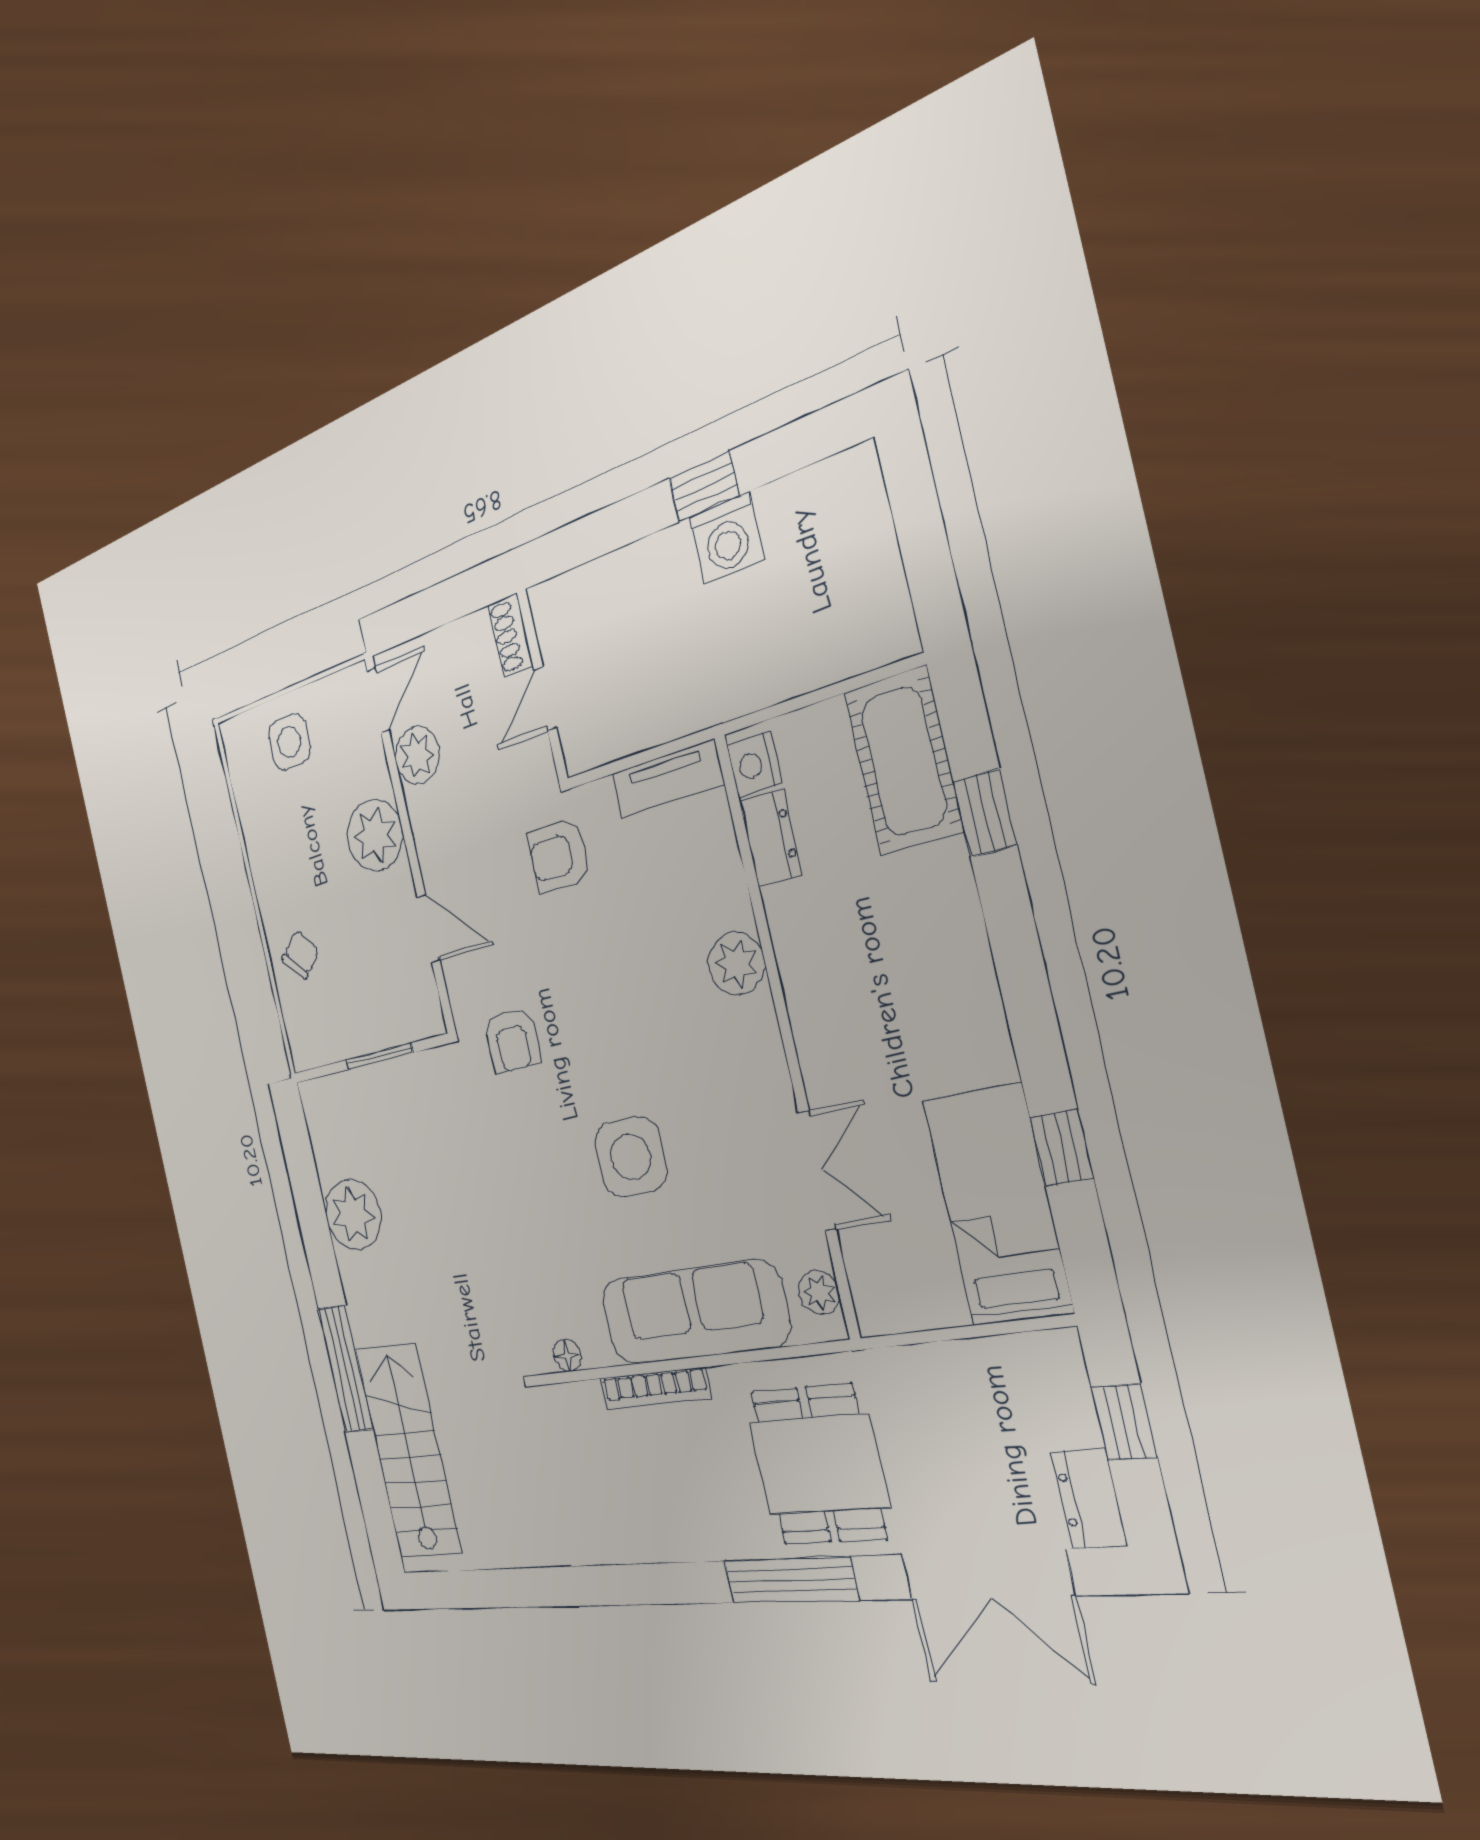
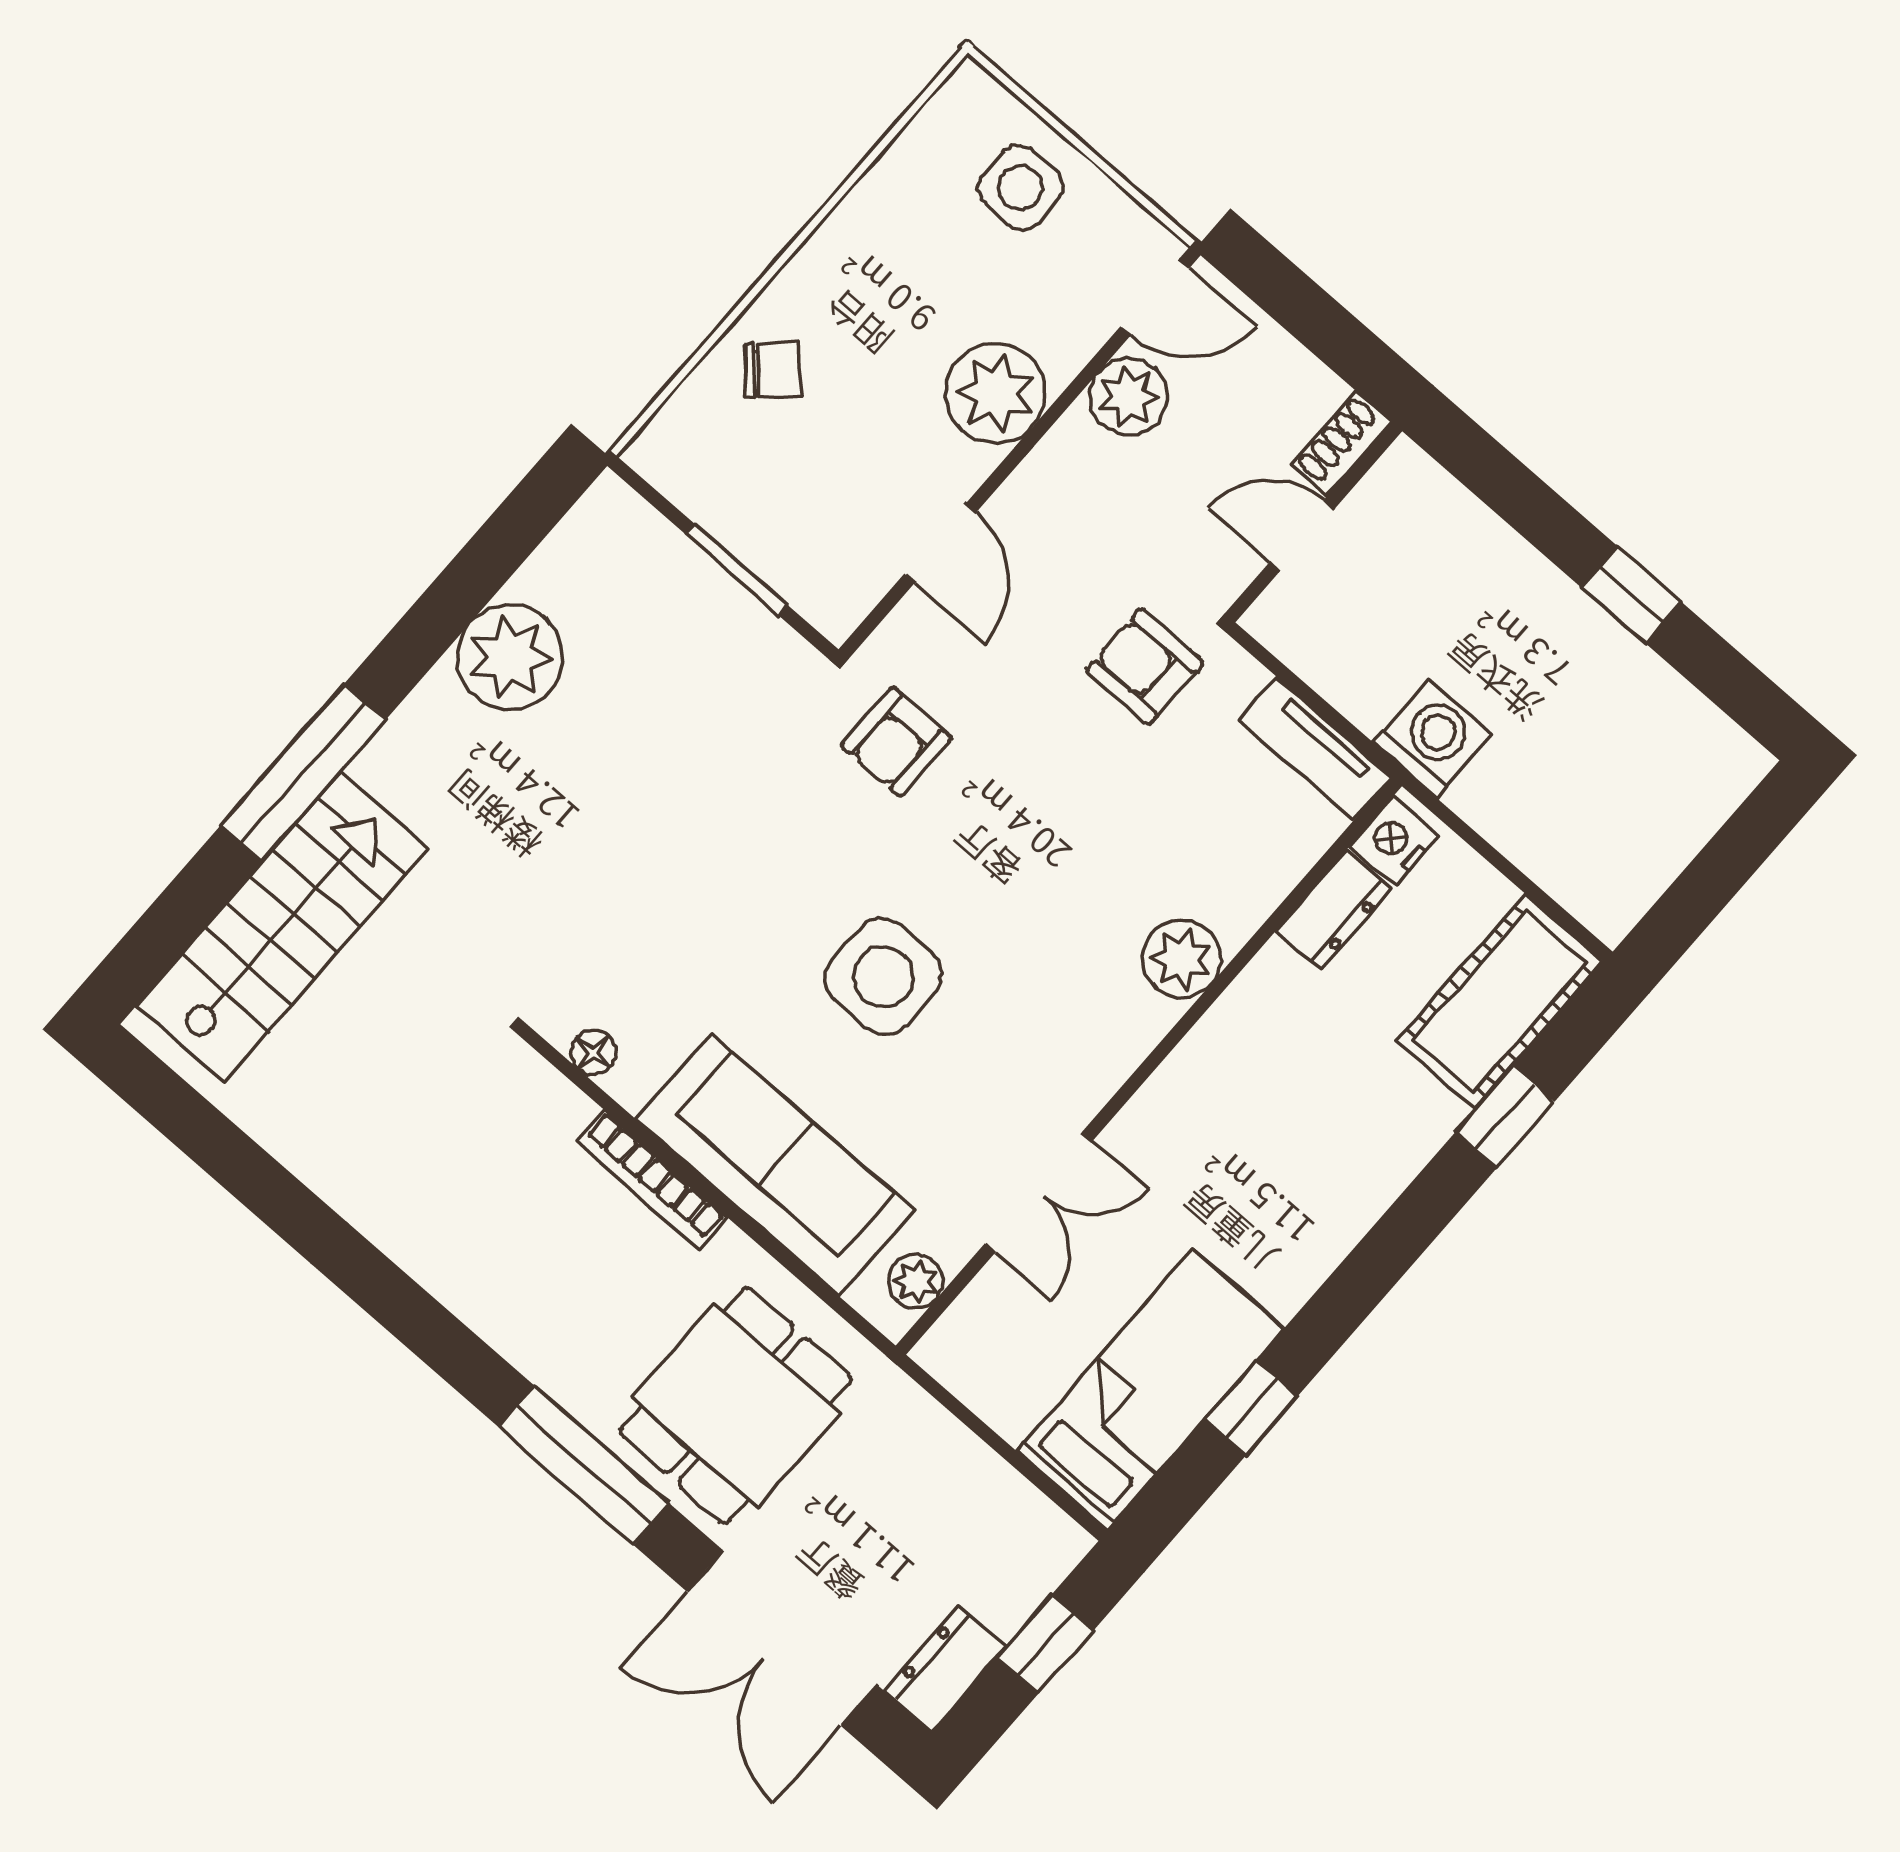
washing machine: (726, 538) -> (1433, 738), moved, turned 180

